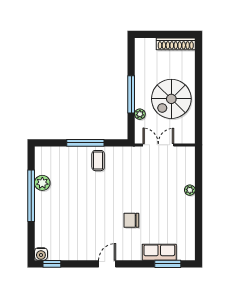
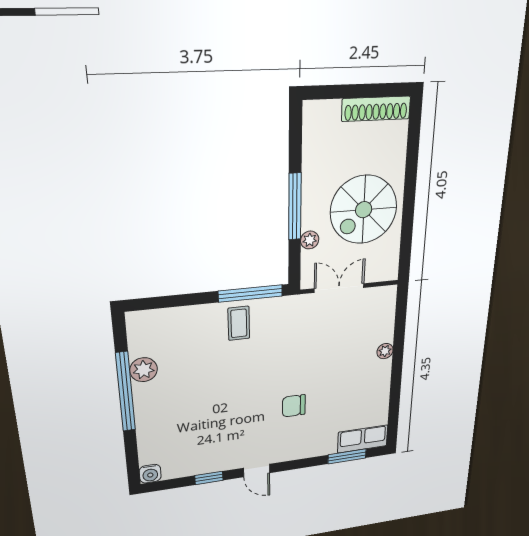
window: (85, 143) -> (251, 293), moved
row of seats: (159, 252) -> (363, 439), moved
window: (52, 264) -> (209, 478), moved
door: (107, 264) -> (257, 471), swing flipped

